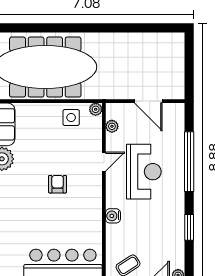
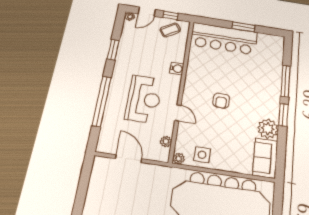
door: (104, 162) -> (178, 113), swing flipped
reception desk: (144, 172) -> (144, 99), turned 180

